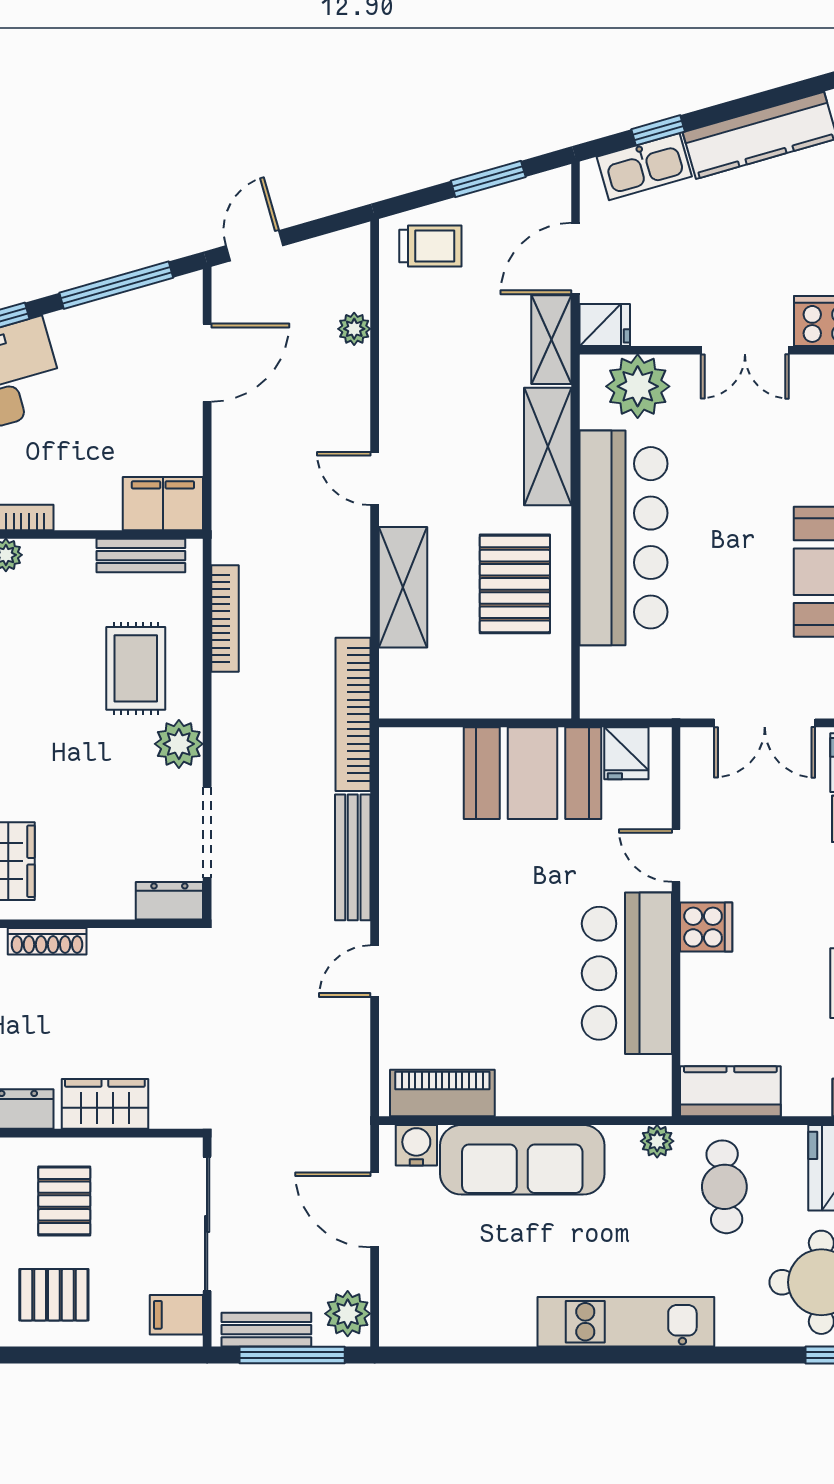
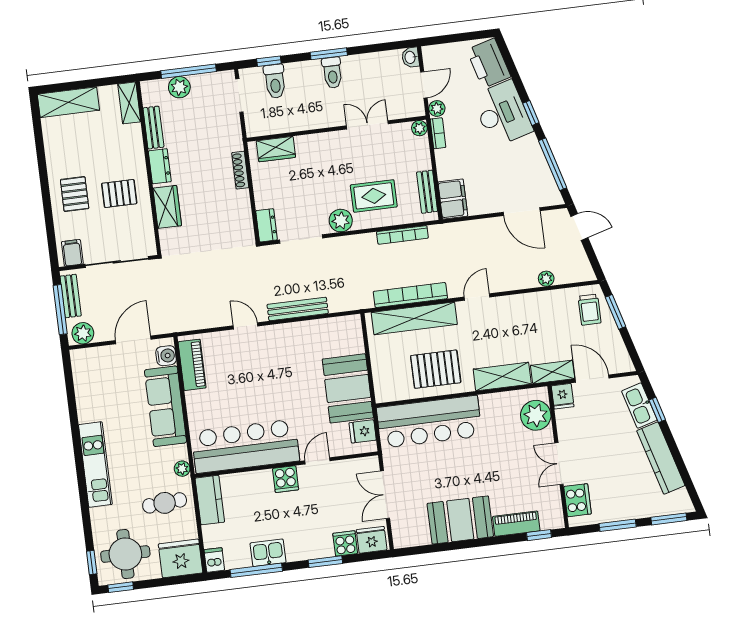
window: (488, 179) -> (616, 312), moved
bar counter: (624, 538) -> (429, 422), moved
shelving: (403, 587) -> (414, 318), width x1.47
bookcase: (353, 714) -> (410, 295), moved
bar counter: (627, 973) -> (245, 446), width x1.36

